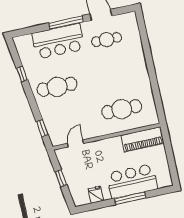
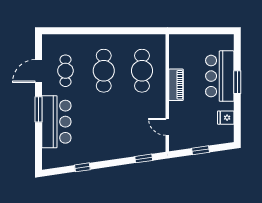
window: (66, 23) -> (38, 109), width x0.69
cafe table: (57, 87) -> (104, 71), moved
piano: (142, 139) -> (176, 85), moved, width x0.73, depth x0.75
window: (130, 198) -> (237, 82), width x0.69

